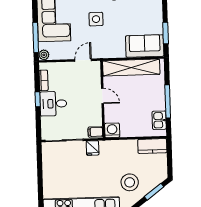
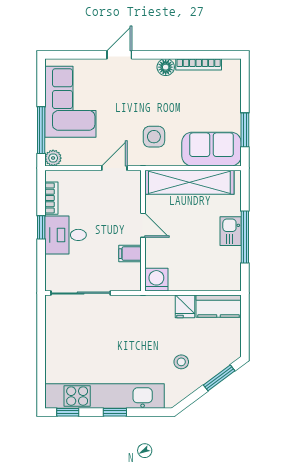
side table: (96, 19) -> (154, 137), moved
kitchen sink: (159, 120) -> (231, 231), moved
filing cabinet: (95, 132) -> (130, 254), moved
fridge: (93, 148) -> (185, 306), moved
stool: (130, 182) -> (181, 362), width x0.53, depth x0.53

